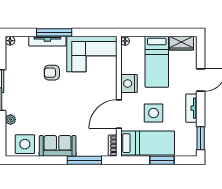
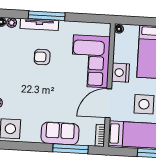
plant: (20, 41) -> (12, 23), added
corner sofa: (92, 54) -> (90, 61), moved, turned 90
sofa: (58, 146) -> (60, 133), moved

